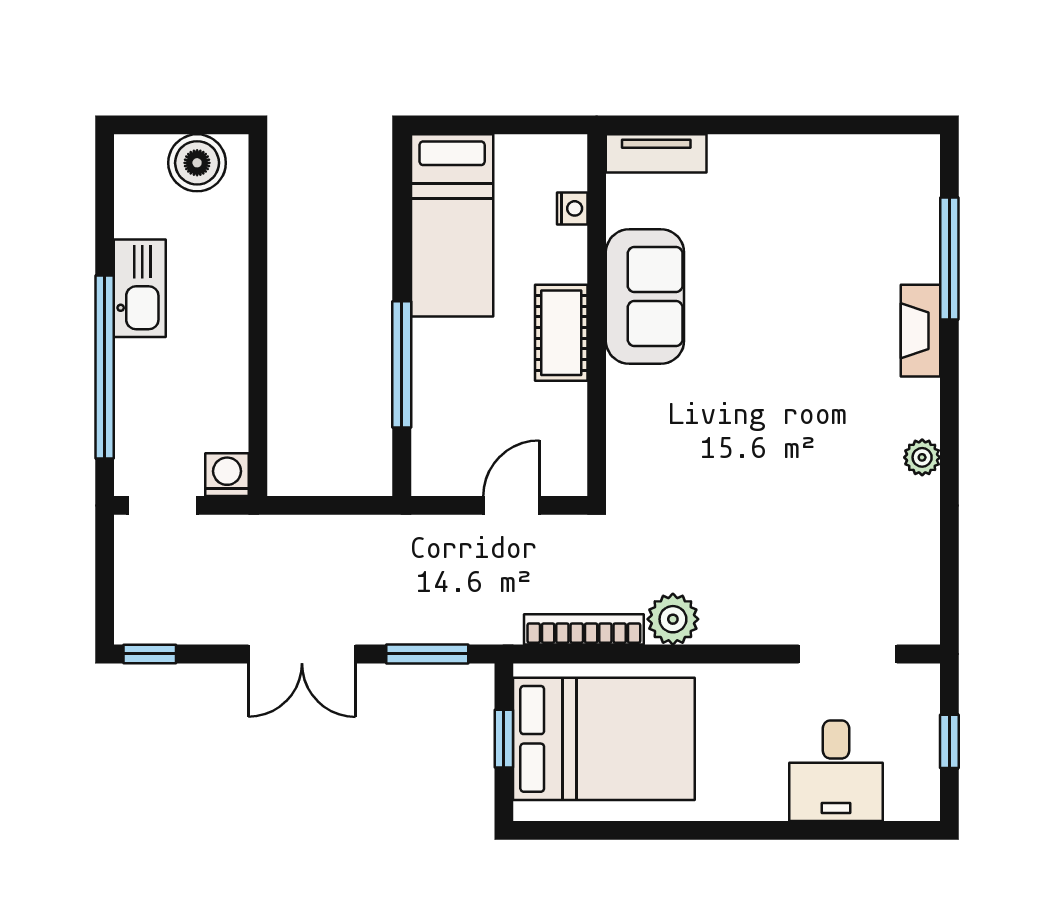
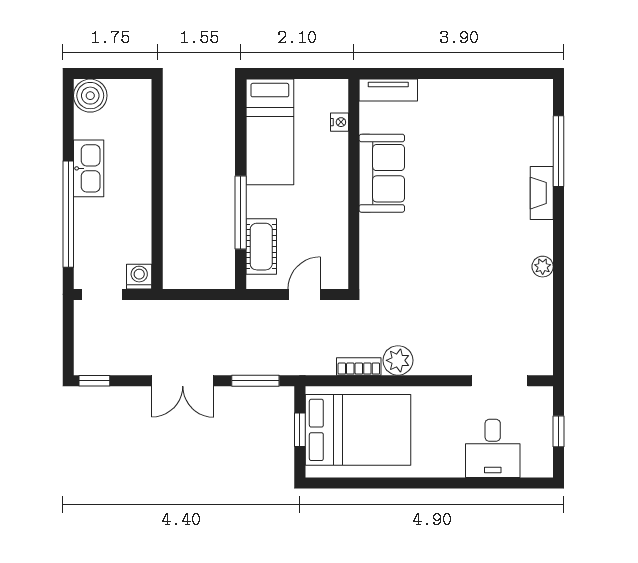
boiler: (197, 163) -> (90, 96), moved
cot: (561, 333) -> (261, 247), moved
bookcase: (584, 629) -> (359, 366), width x0.64

